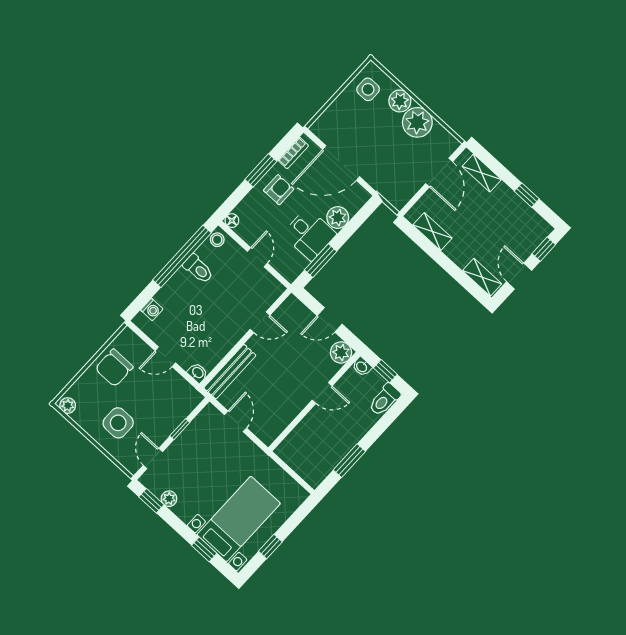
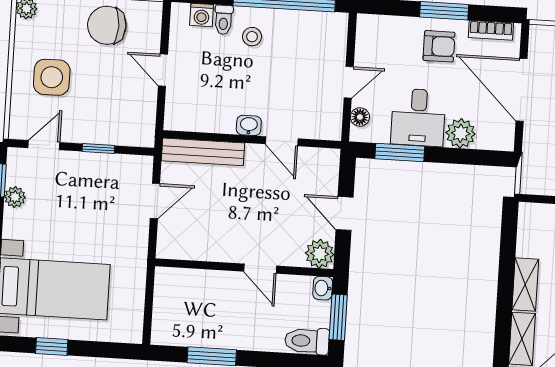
floor lamp: (232, 221) -> (360, 117), moved
shelving: (432, 232) -> (525, 285), moved
stool: (217, 240) -> (252, 37), moved
toilet: (198, 269) -> (224, 20), moved, width x0.73, depth x0.72
window: (385, 371) -> (338, 317), width x1.50
washbasin: (198, 373) -> (249, 125), moved, turned -90

